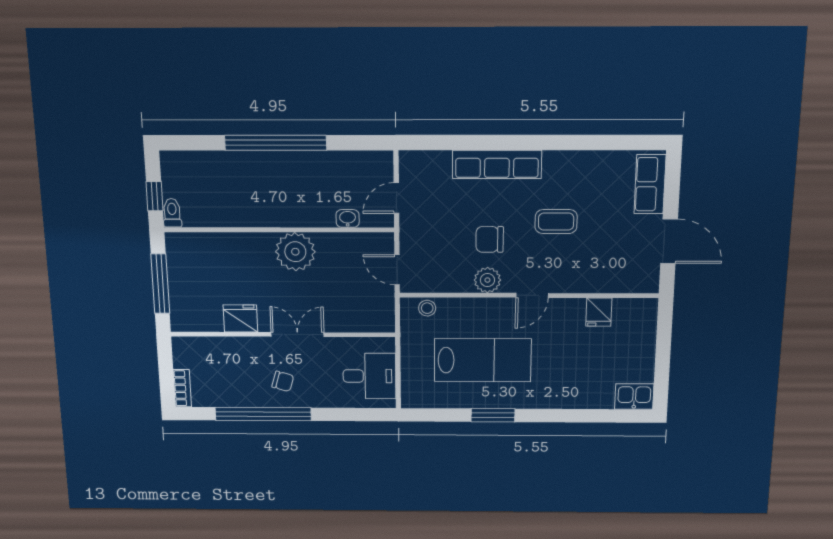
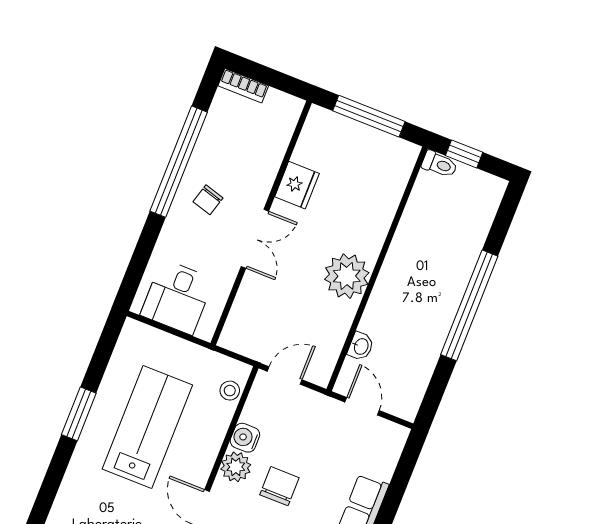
water cooler: (461, 282) -> (245, 438), added
lab bench: (483, 360) -> (147, 427), turned 180

